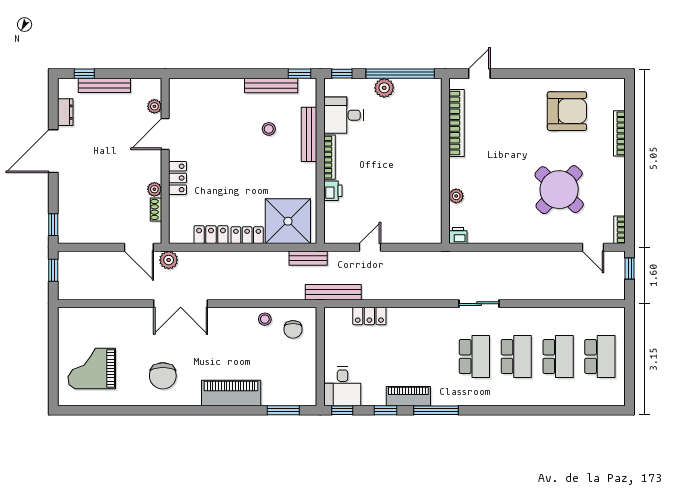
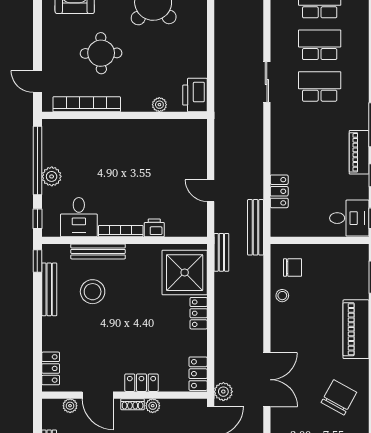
locker: (192, 87) -> (51, 368), added
stool: (269, 129) -> (93, 292), width x1.89, depth x1.89
round table: (508, 137) -> (101, 53), added
shoe rack: (156, 209) -> (133, 404), moved
locker: (211, 235) -> (198, 374), moved
printer: (458, 236) -> (195, 95), width x1.87, depth x1.48
chair: (163, 376) -> (339, 397), turned -61

